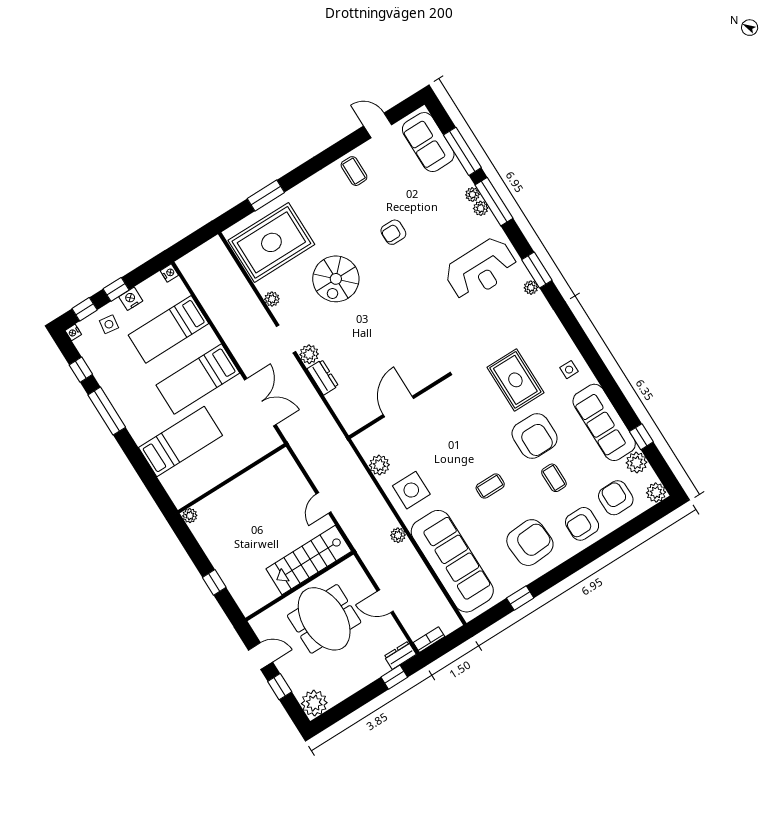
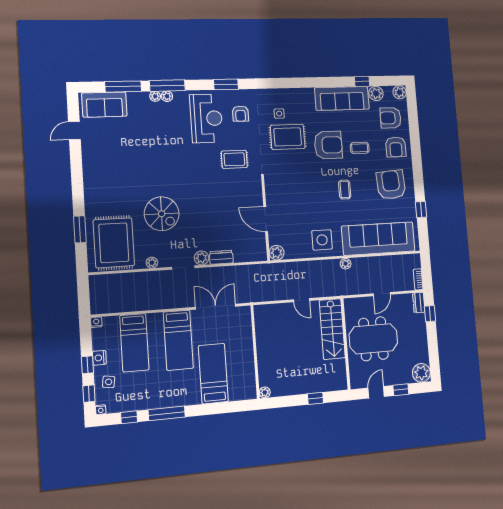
coffee table: (354, 171) -> (96, 163), removed
armchair: (393, 232) -> (240, 114), moved
plant: (531, 288) -> (235, 94), removed
rug: (450, 330) -> (234, 159), added
side table: (569, 370) -> (279, 114), moved
plant: (379, 465) -> (277, 253), moved

